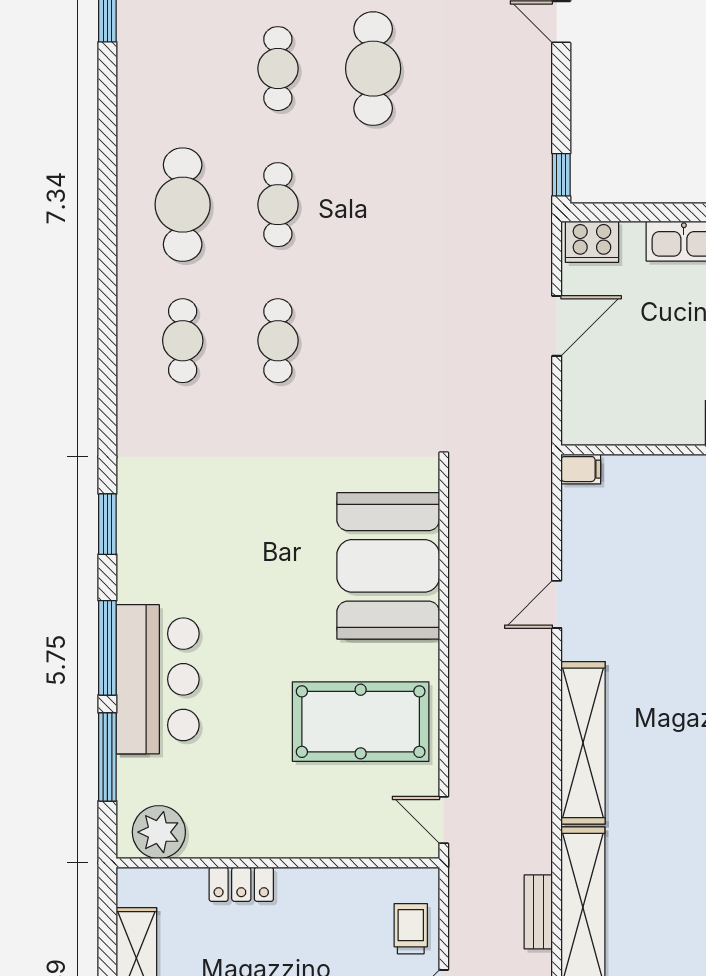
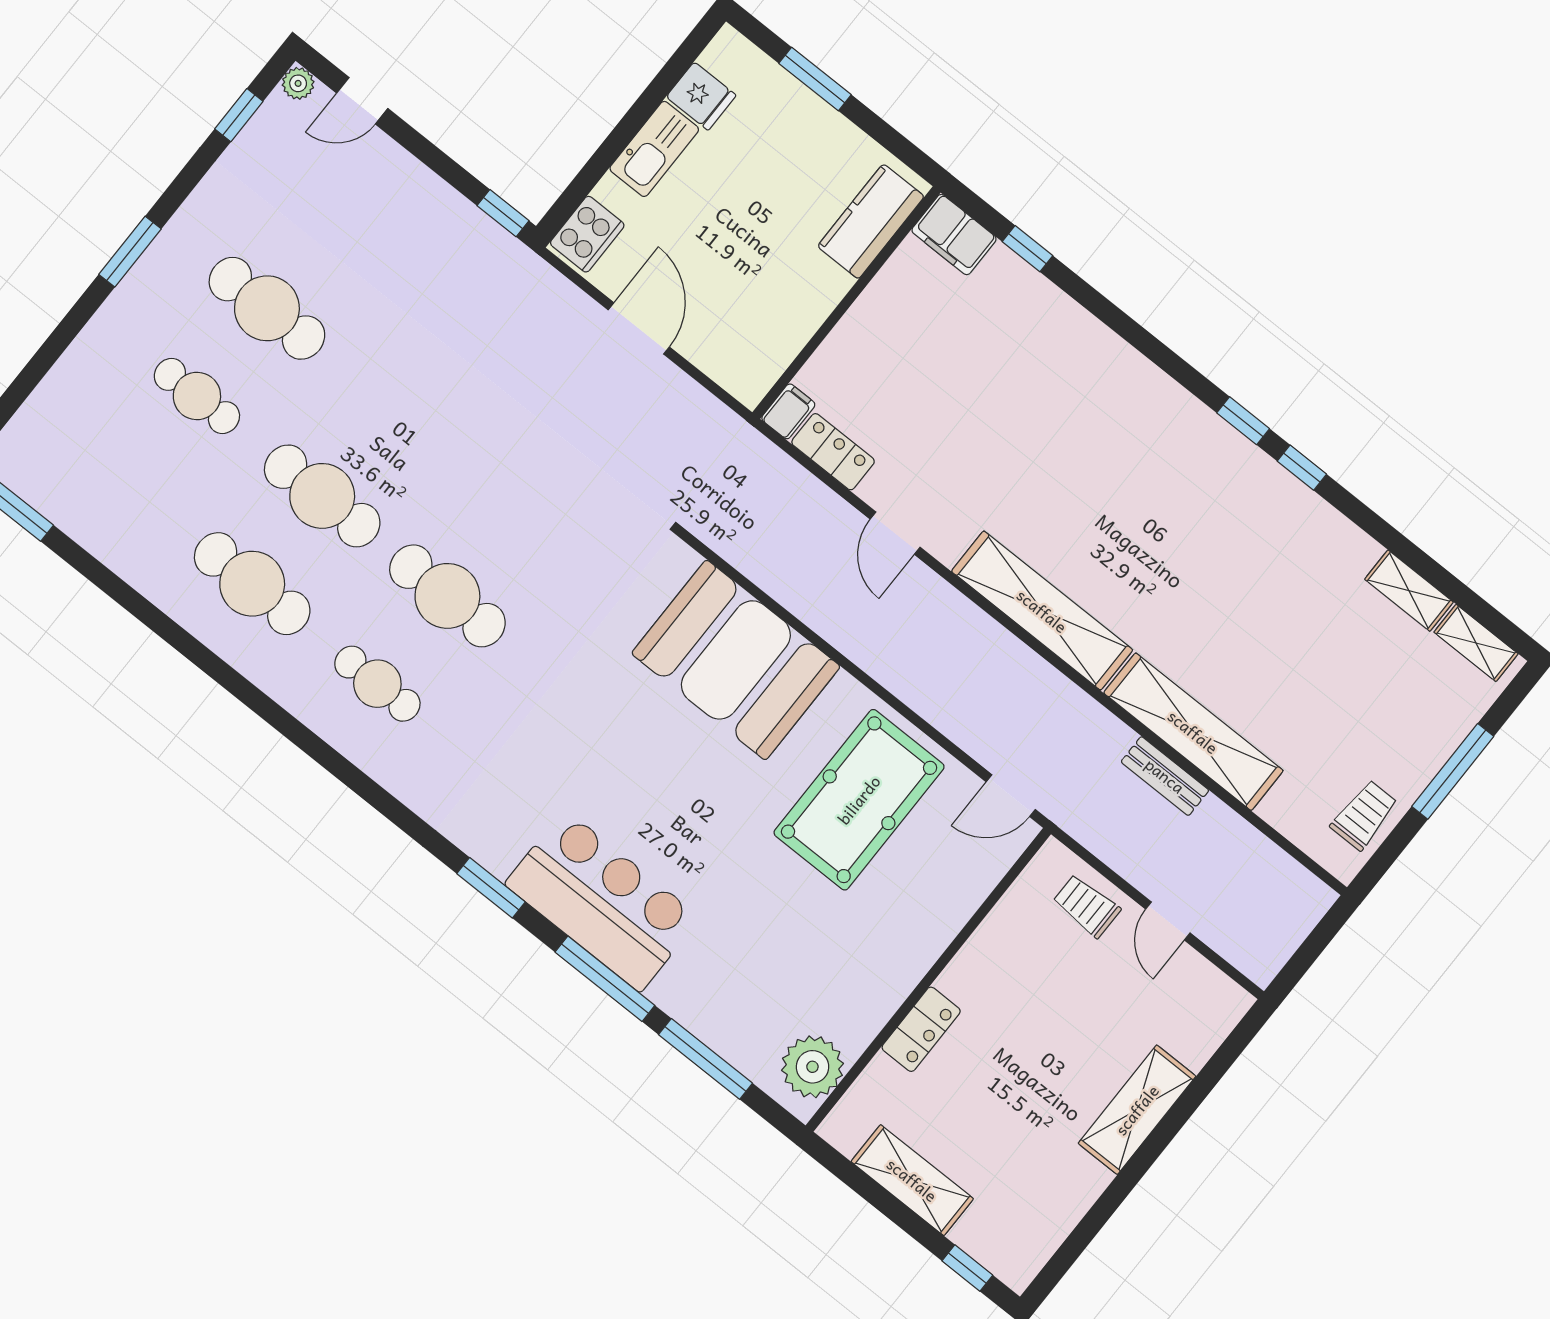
cafe table: (278, 205) -> (322, 496), width x1.37, depth x1.35
cafe table: (278, 341) -> (447, 596), width x1.37, depth x1.35
locker: (578, 520) -> (833, 452), added
bar counter: (158, 679) -> (602, 901), moved

